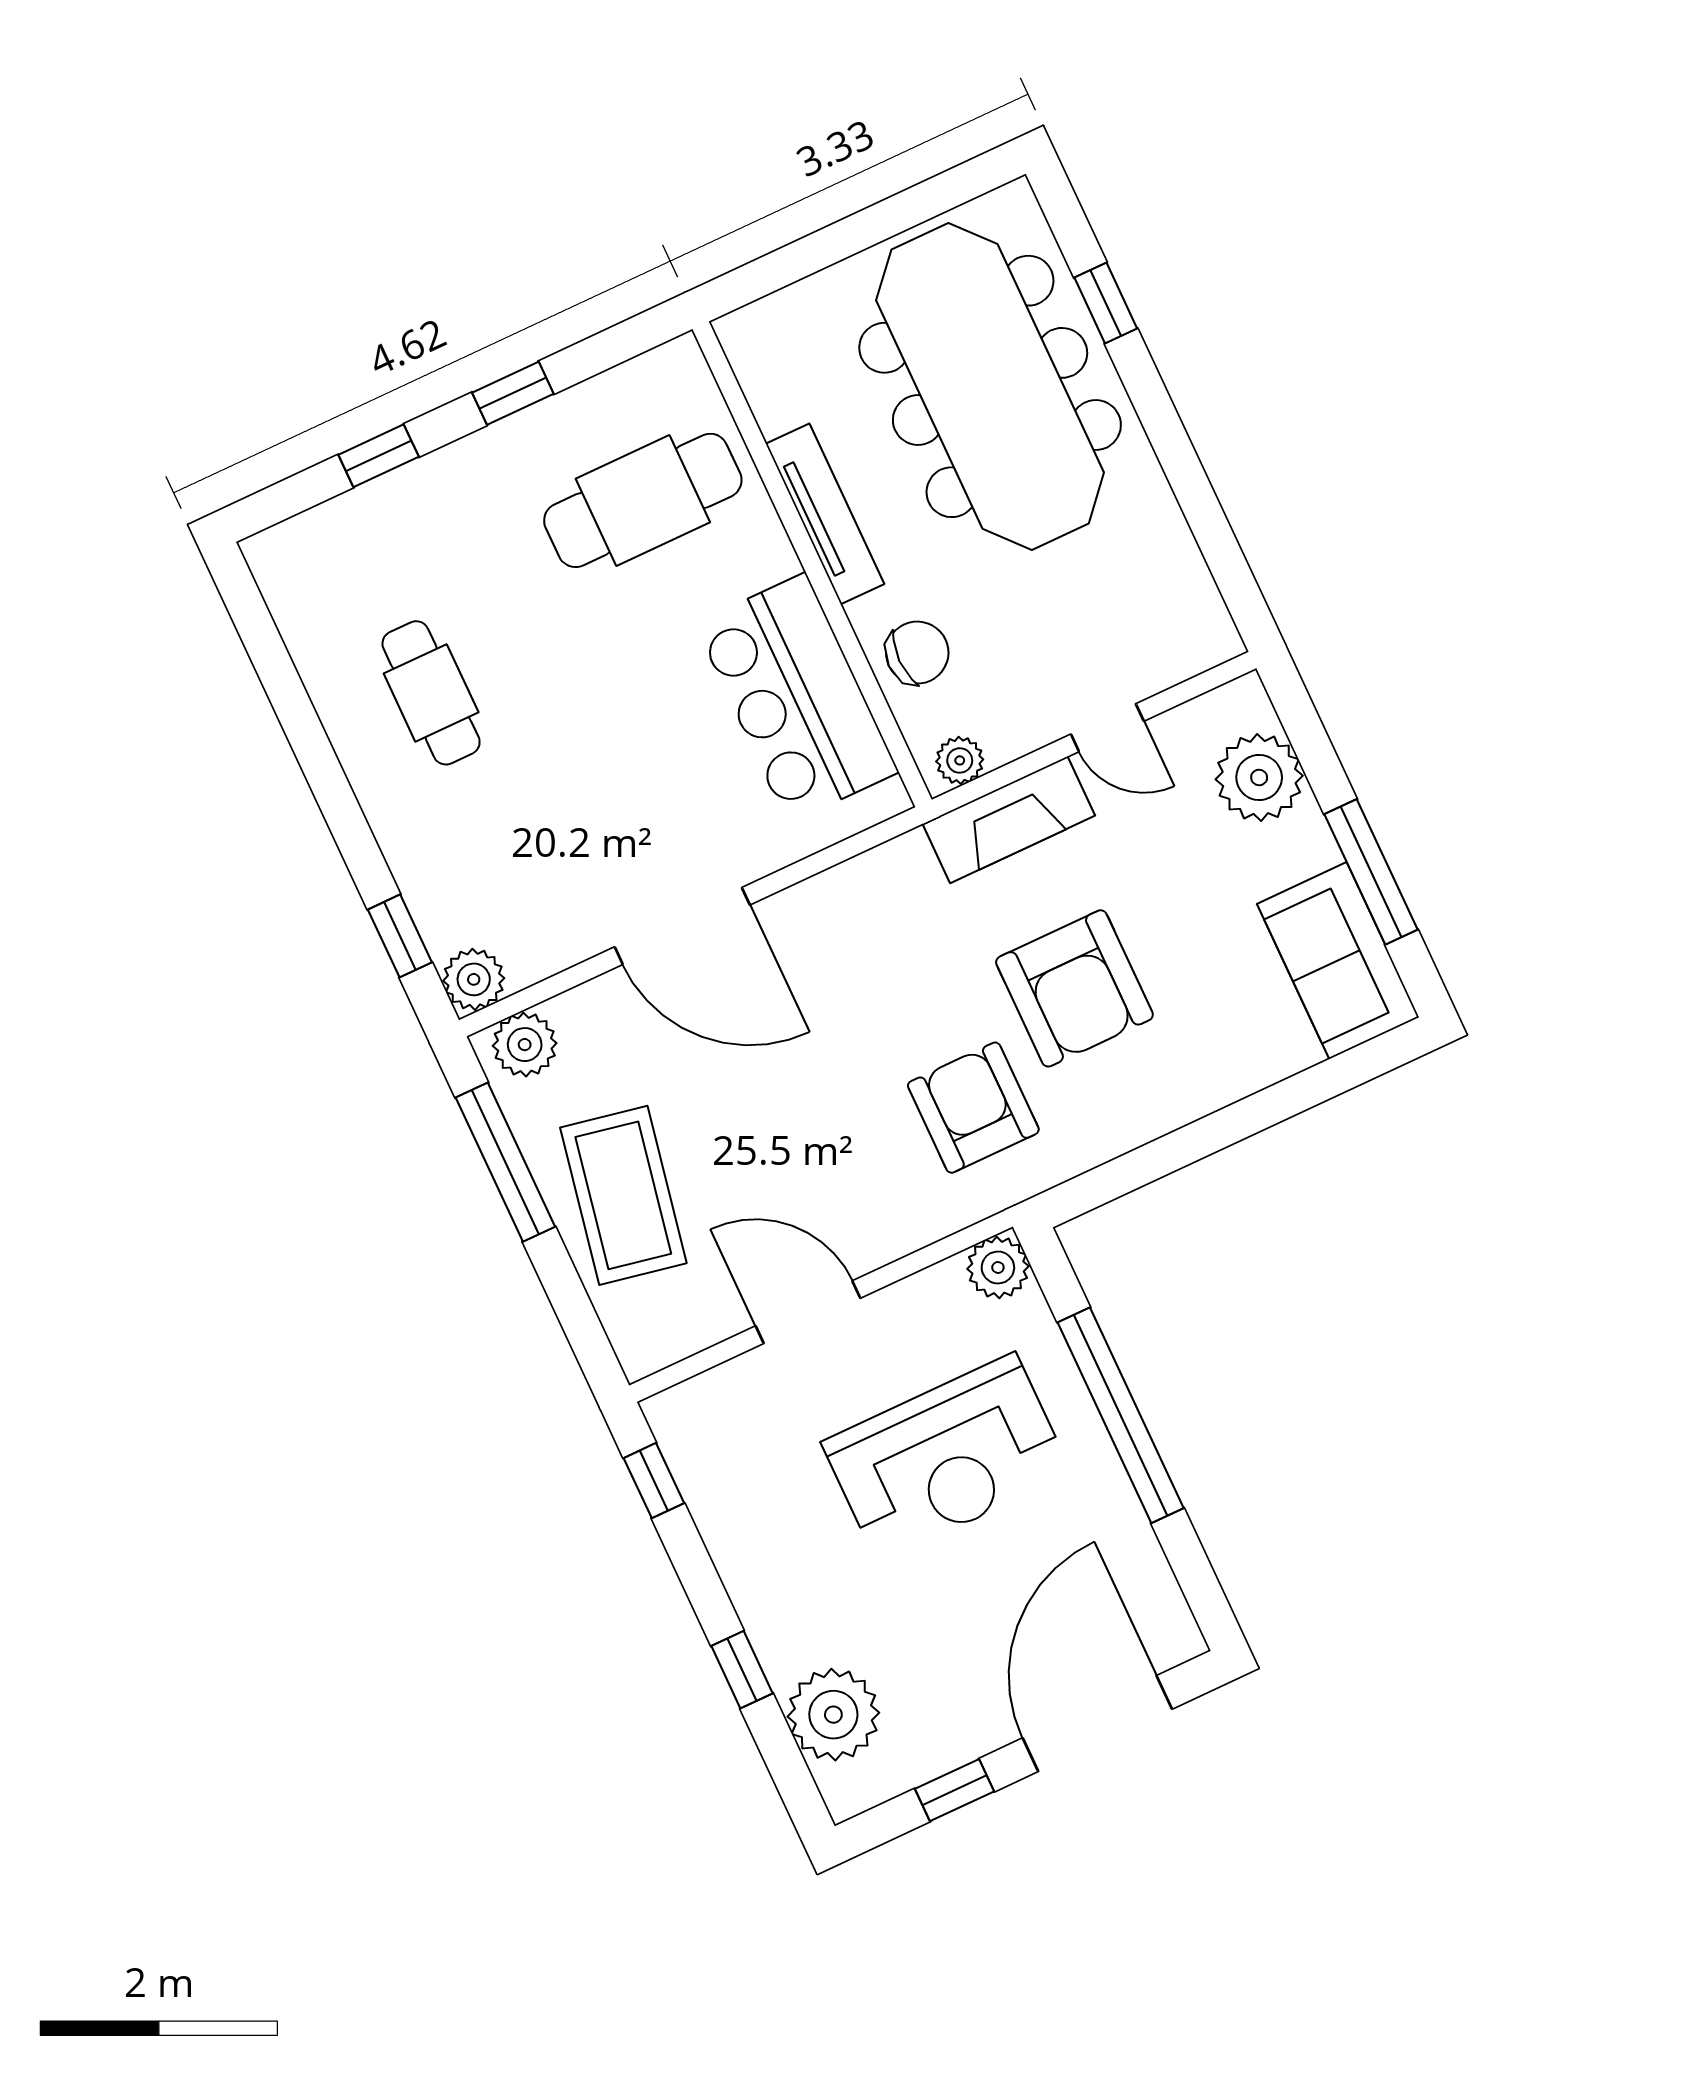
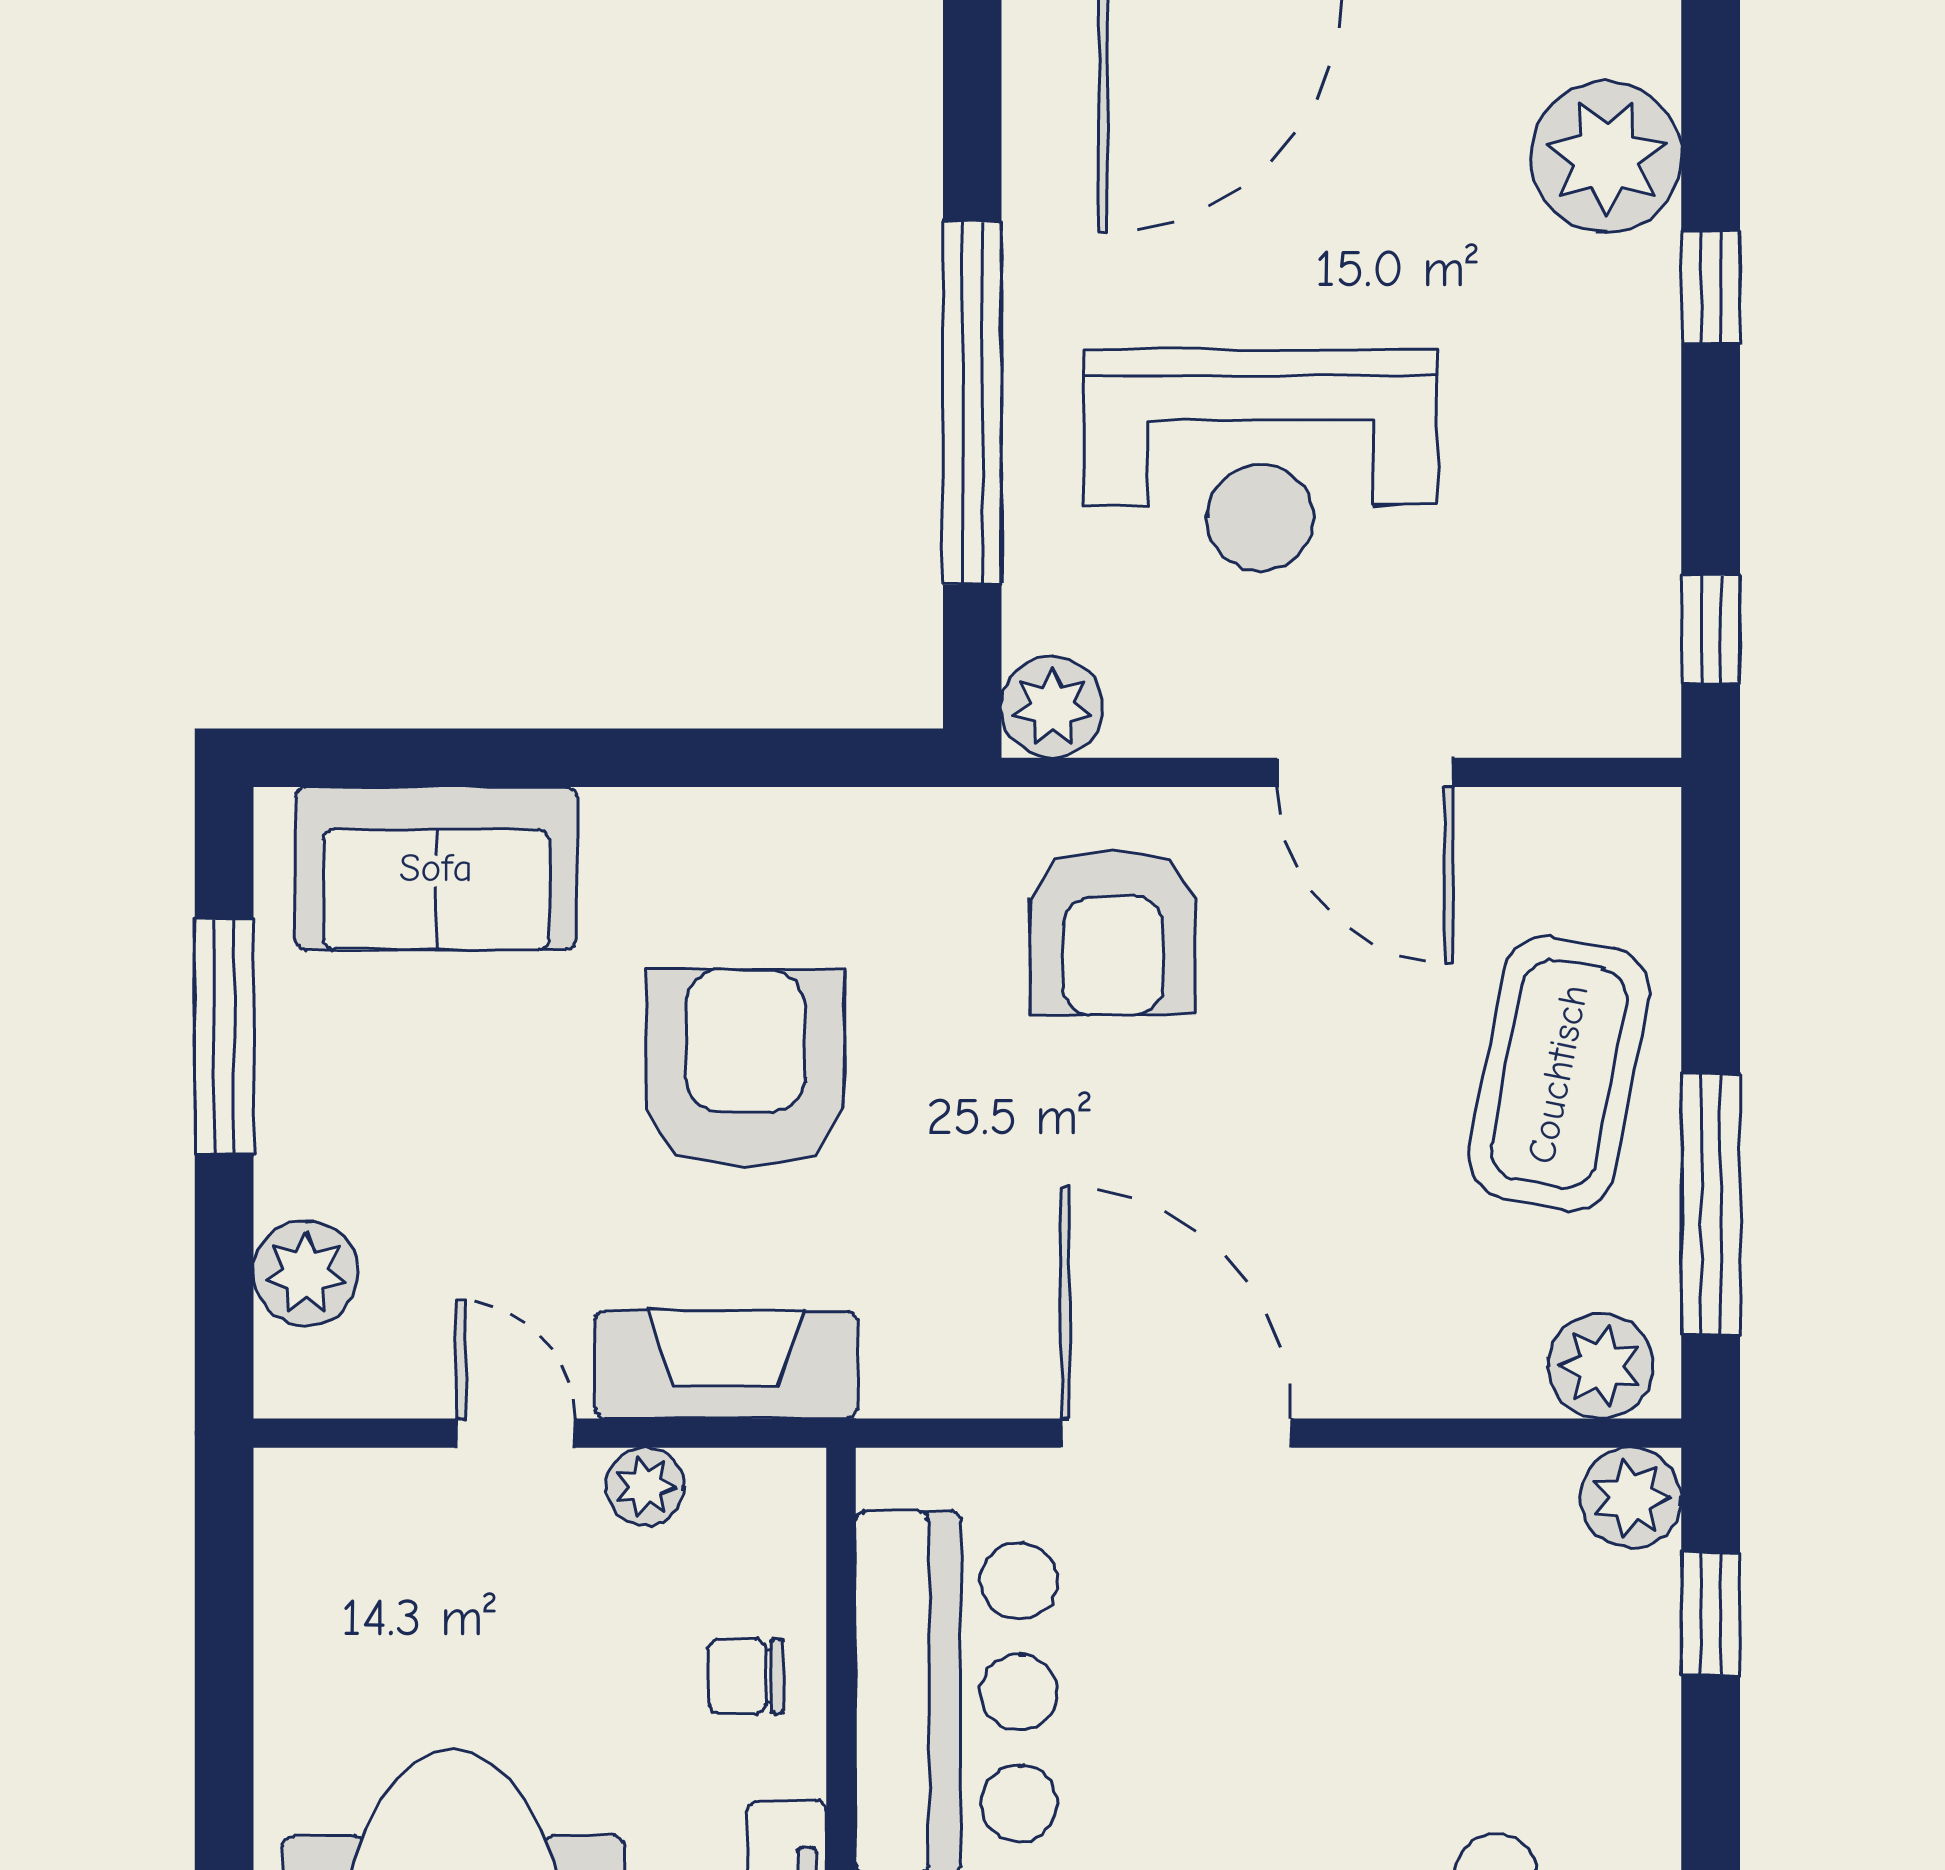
chair: (917, 653) -> (746, 1676), width x0.73, depth x0.73
plant: (960, 760) -> (645, 1487), moved
plant: (1259, 777) -> (306, 1273), width x0.73, depth x0.73
door: (682, 926) -> (1176, 1433), moved
sofa: (1338, 961) -> (436, 868), moved, turned 90
armchair: (973, 1108) -> (1113, 932), moved
reception desk: (946, 1458) -> (1260, 460), turned 180

